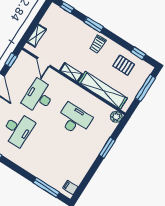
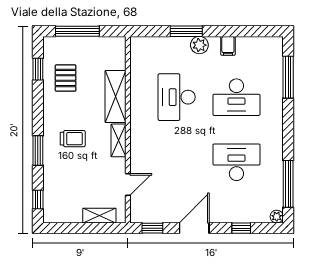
trolley: (98, 44) -> (73, 139), moved
shelving: (103, 90) -> (115, 96), width x0.68
desk: (39, 97) -> (236, 97), moved
plant: (116, 117) -> (199, 45), moved
filing cabinet: (70, 188) -> (228, 46), moved

